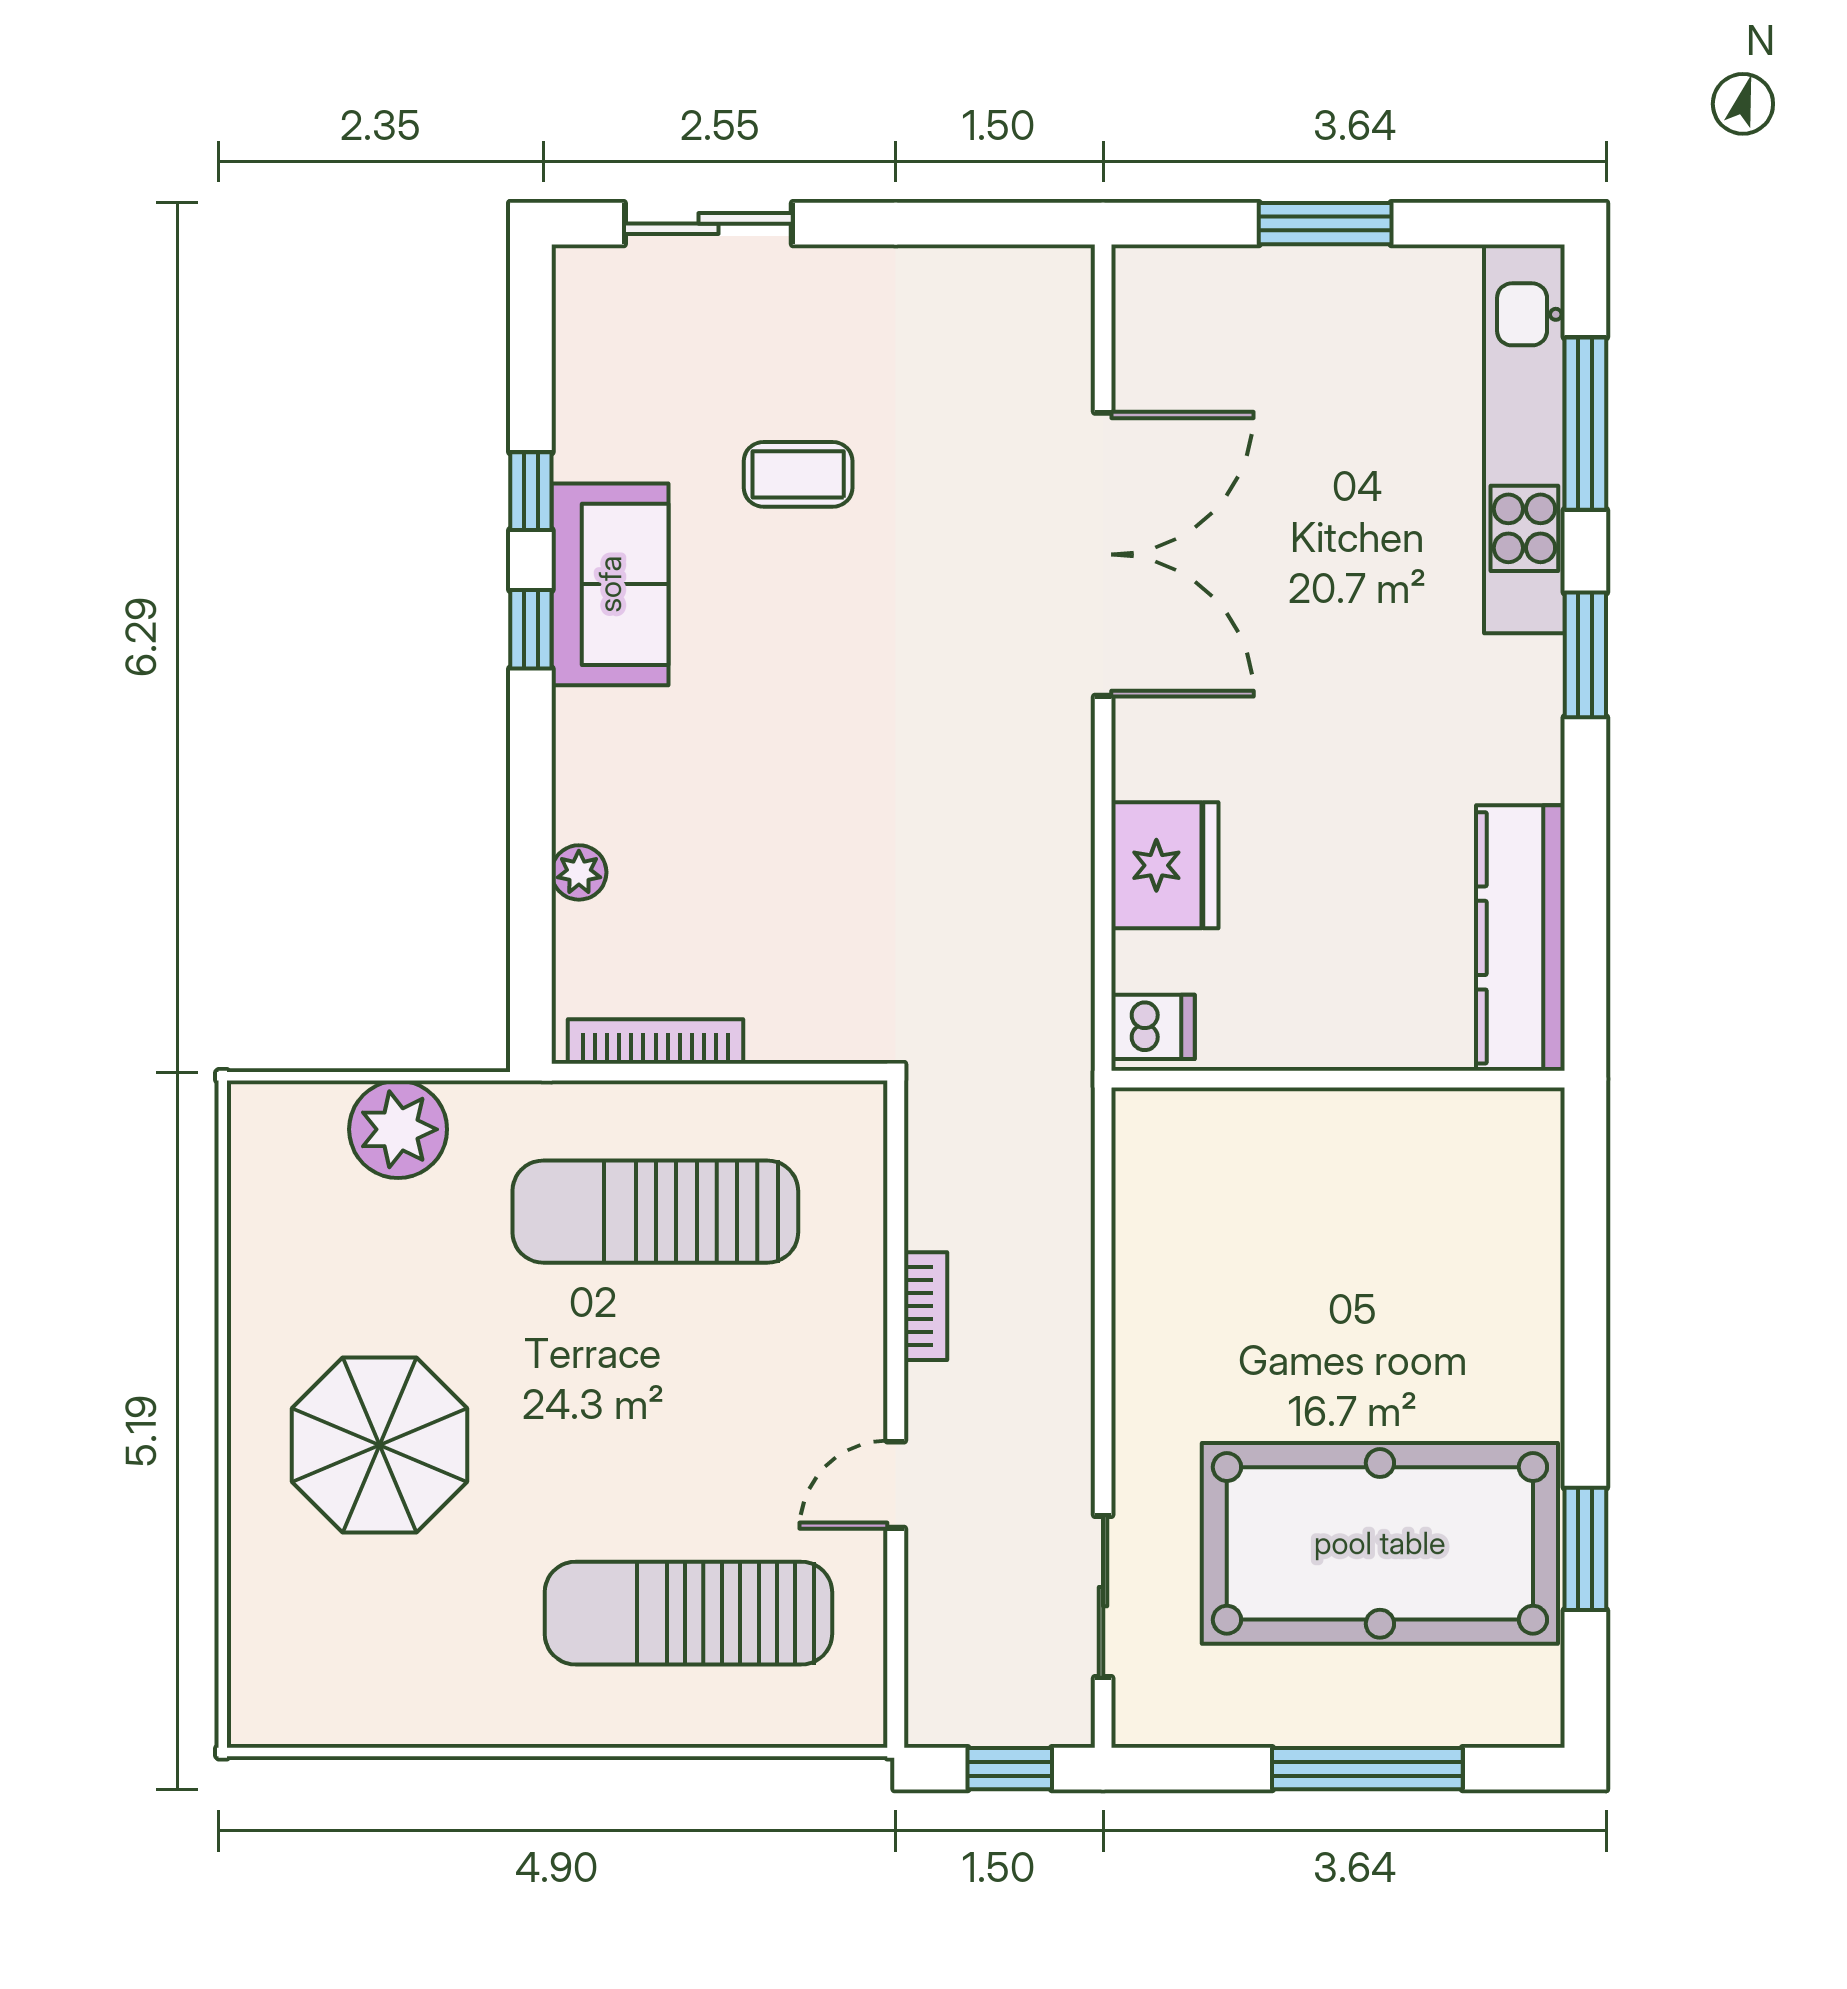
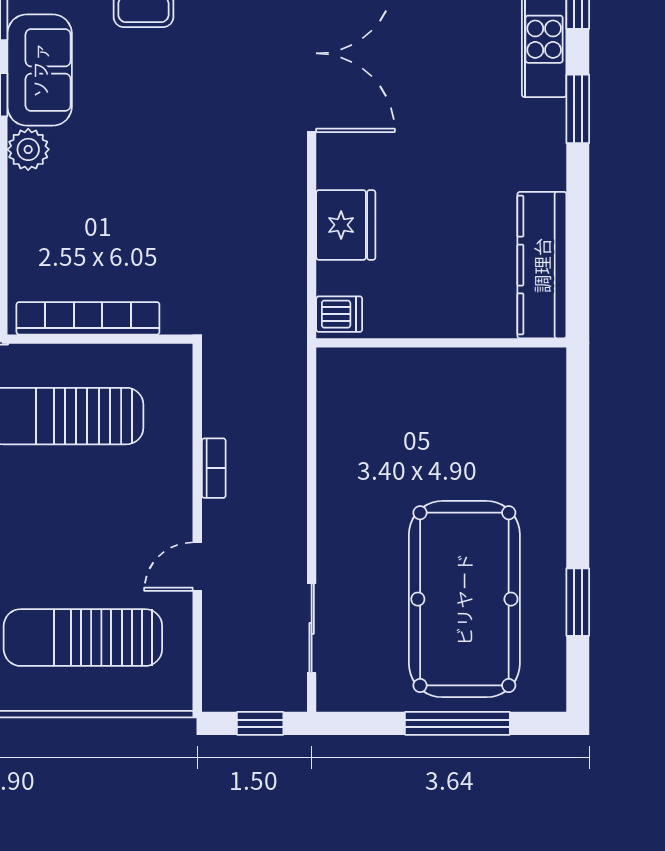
plant: (579, 872) -> (28, 149), moved, width x1.38, depth x1.38
bookcase: (656, 1041) -> (88, 318), width x1.48, depth x1.31
pool table: (1380, 1543) -> (464, 599), turned 90

